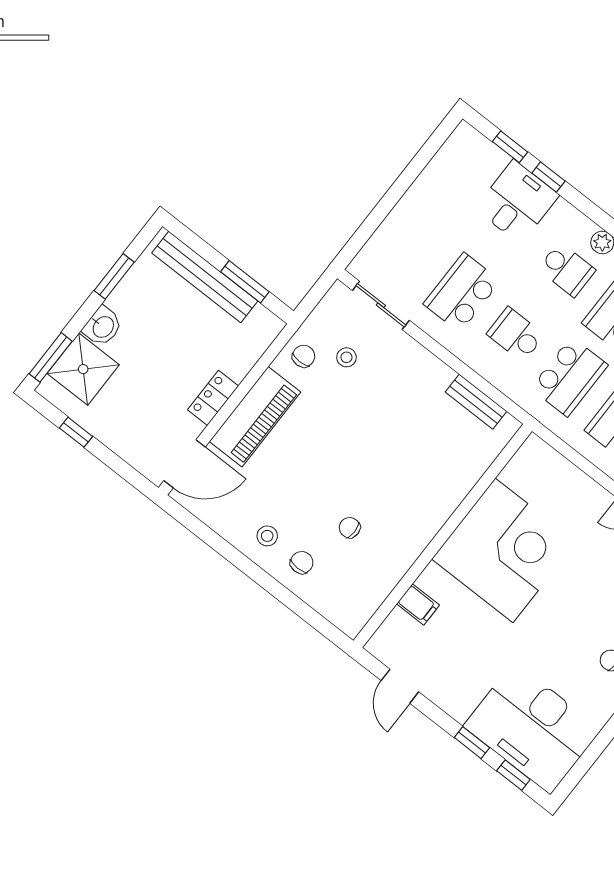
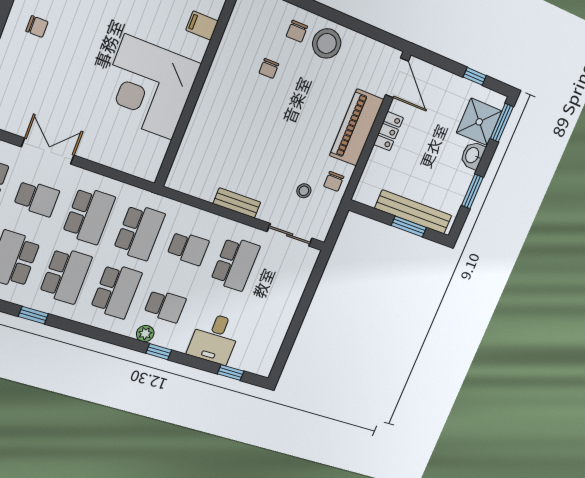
window: (548, 177) -> (159, 352), moved
school desk: (567, 269) -> (165, 306), turned 180
window: (245, 282) -> (409, 227), moved
school desk: (569, 377) -> (139, 232), turned 180
bench: (476, 402) -> (237, 203), moved
door: (185, 464) -> (397, 78), swing flipped
chair: (350, 528) -> (269, 68), turned 90
stool: (267, 536) -> (327, 43), width x1.89, depth x1.89

